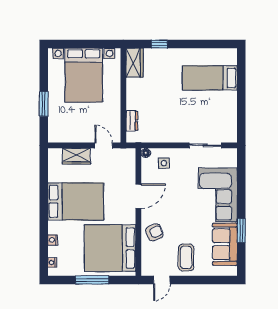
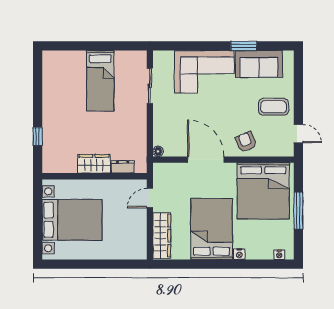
wardrobe: (134, 63) -> (94, 164), moved
bed: (210, 78) -> (100, 81), moved
window: (44, 104) -> (104, 264), removed
wardrobe: (76, 156) -> (162, 236), width x1.50
side table: (164, 163) -> (169, 131), removed
door: (138, 196) -> (206, 160), width x1.36
nightstand: (53, 240) -> (239, 254), moved

